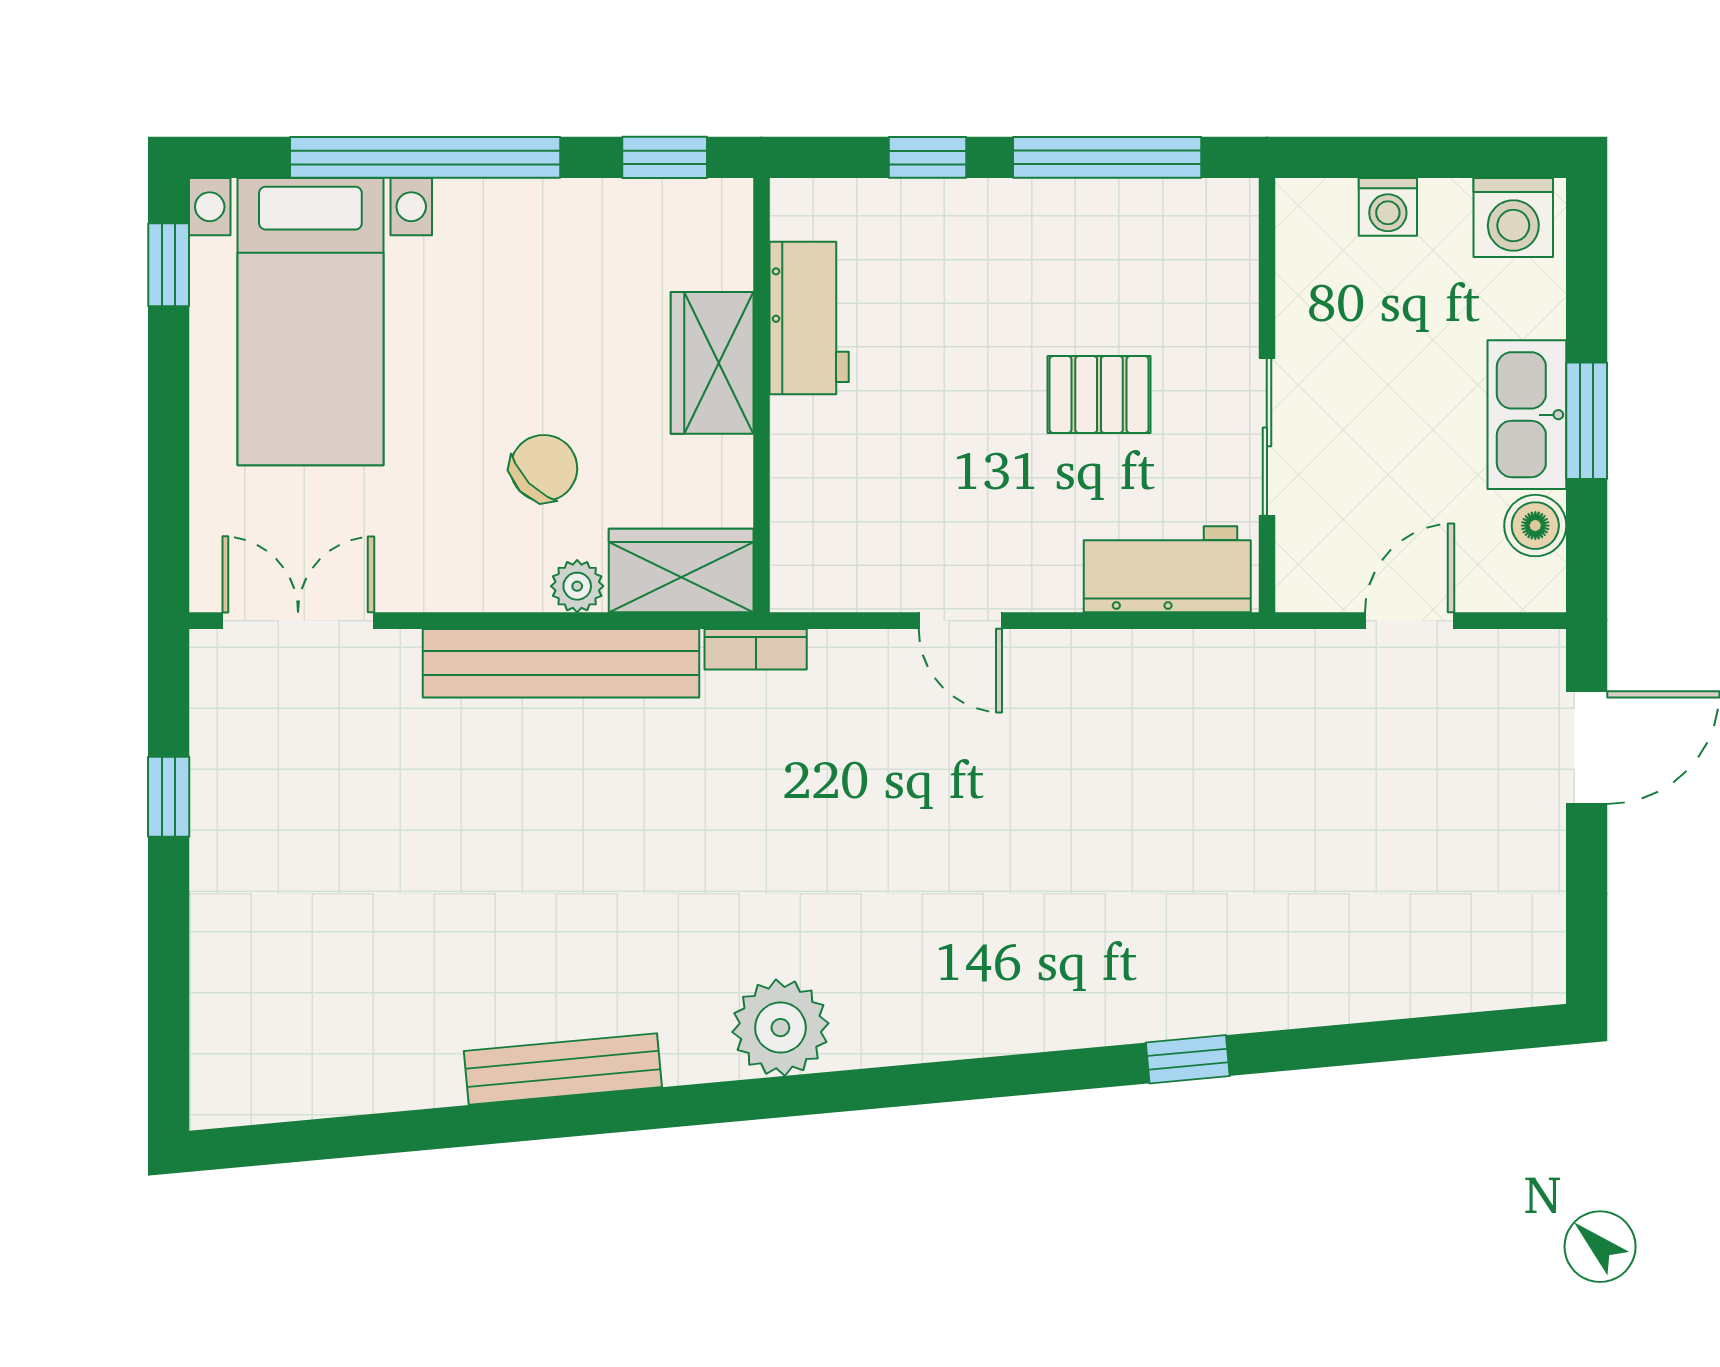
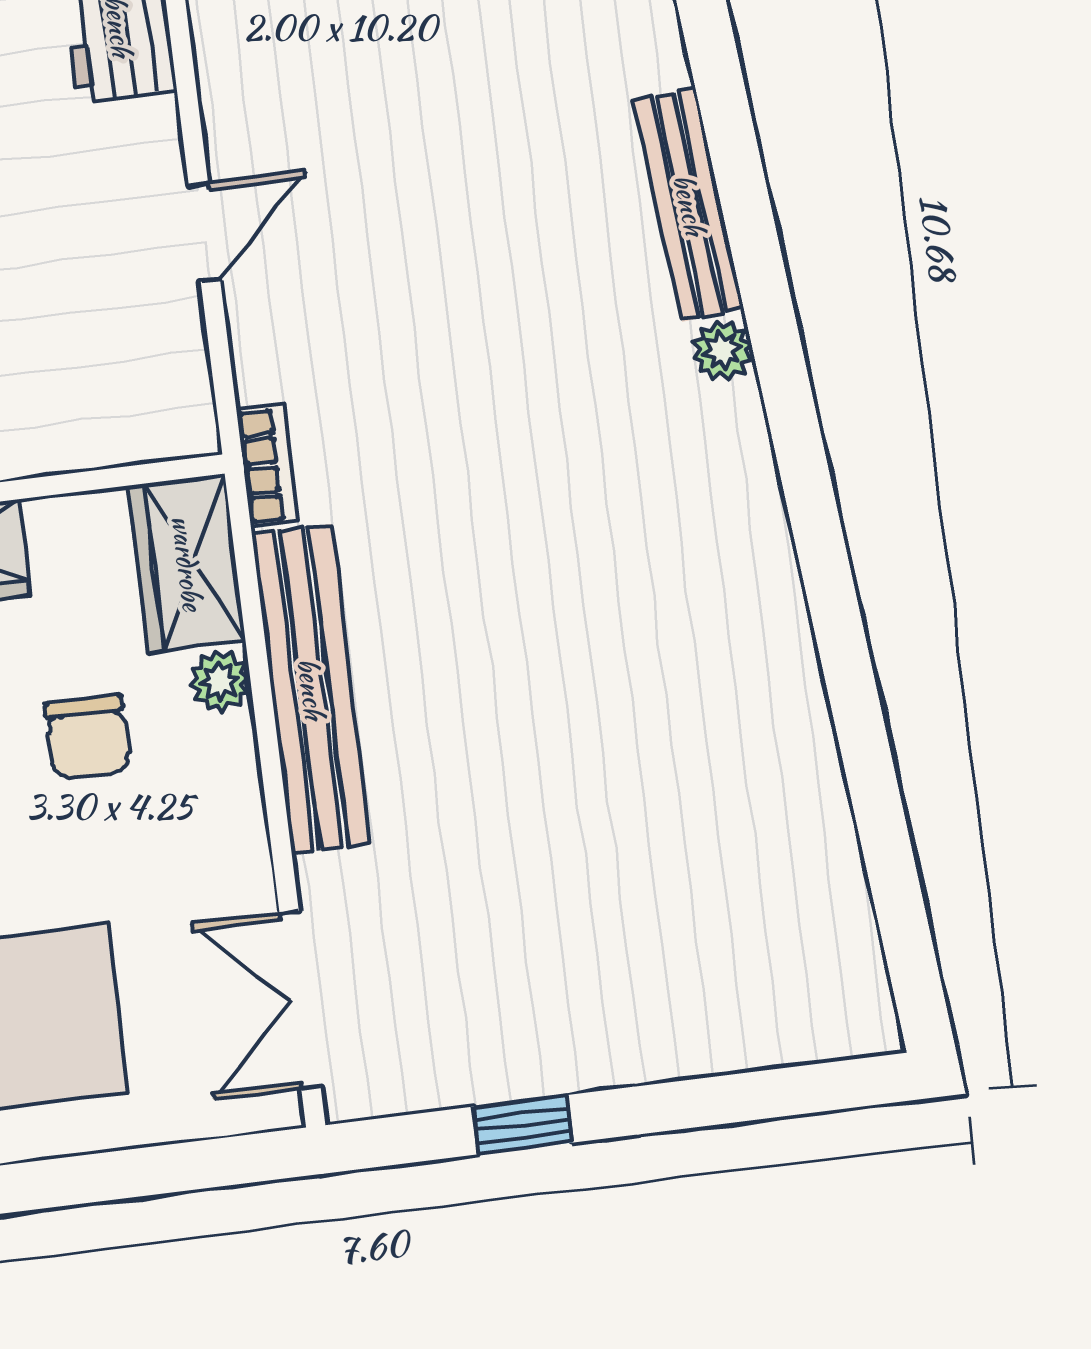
chair: (544, 468) -> (88, 737), turned -136
plant: (780, 1028) -> (722, 351), width x0.53, depth x0.53
bench: (563, 1069) -> (689, 205), moved

